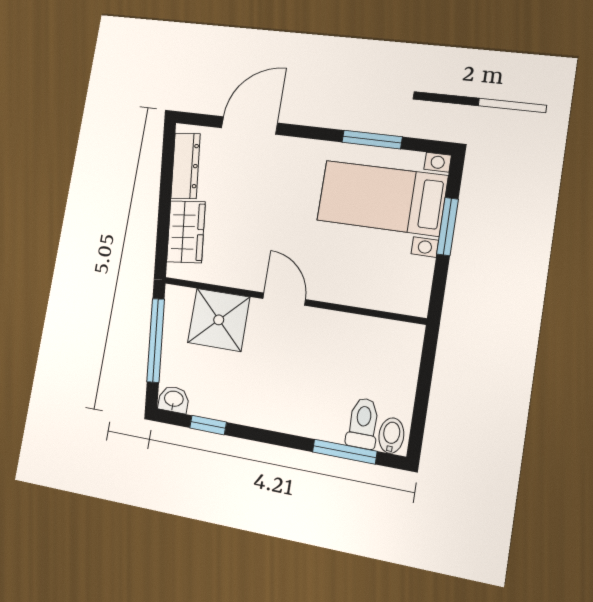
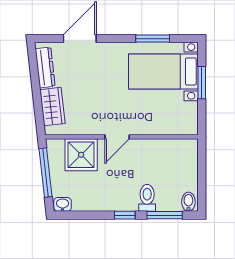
door: (284, 299) -> (117, 137), swing flipped
toilet: (363, 423) -> (147, 198), moved
window: (208, 425) -> (125, 215), moved

